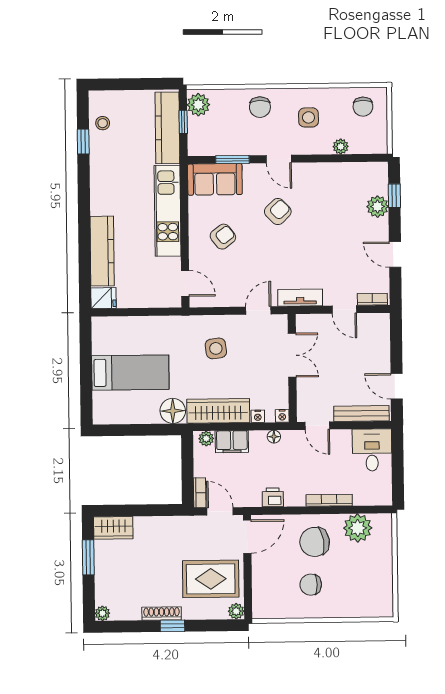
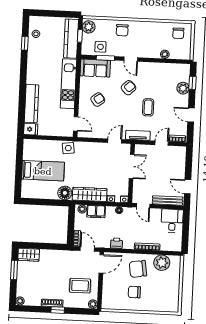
side table: (308, 117) -> (100, 47), moved
coffee table: (316, 245) -> (148, 107), added
door: (344, 309) -> (162, 143), swing flipped
side table: (216, 348) -> (68, 148), moved
rug: (211, 579) -> (80, 286), width x0.73, depth x0.70

